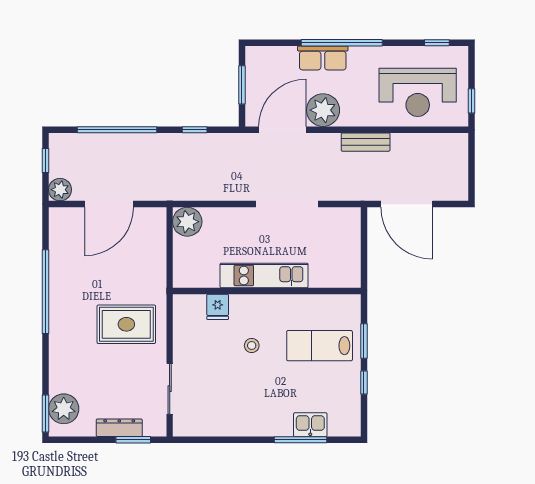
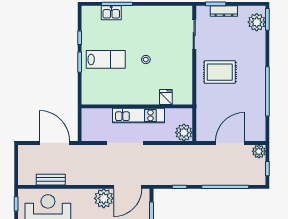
bench: (366, 142) -> (51, 180), moved
kitchen unit: (264, 275) -> (139, 115), moved
wall: (267, 291) -> (137, 106), moved
fridge: (218, 307) -> (166, 97), moved

